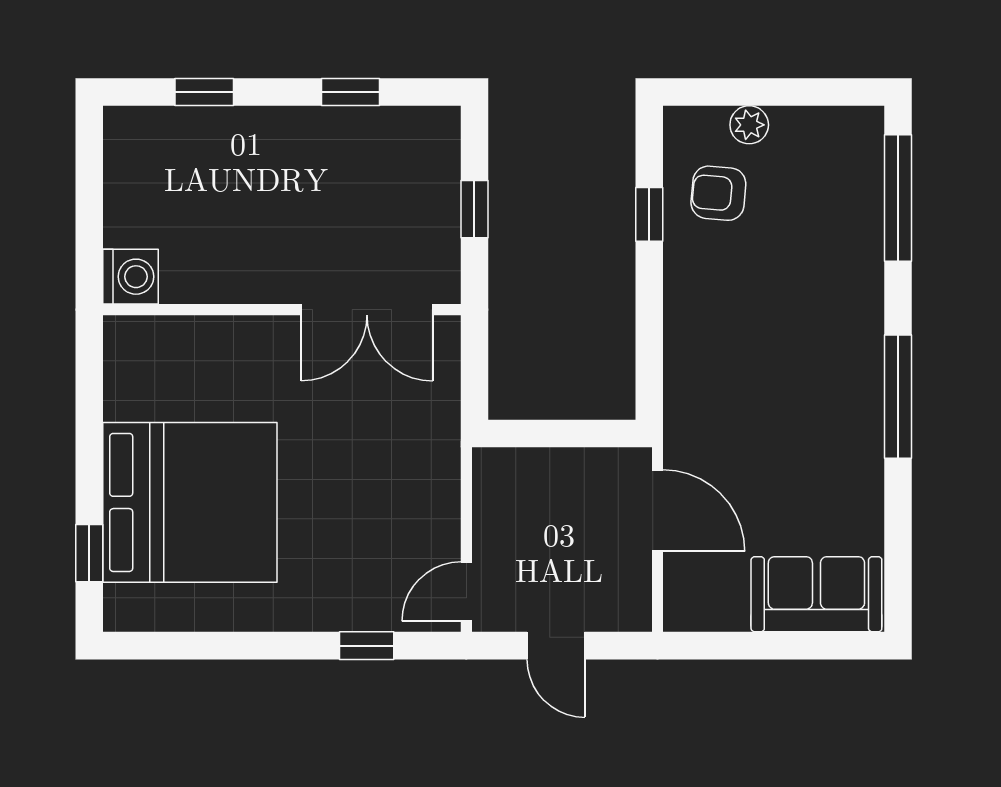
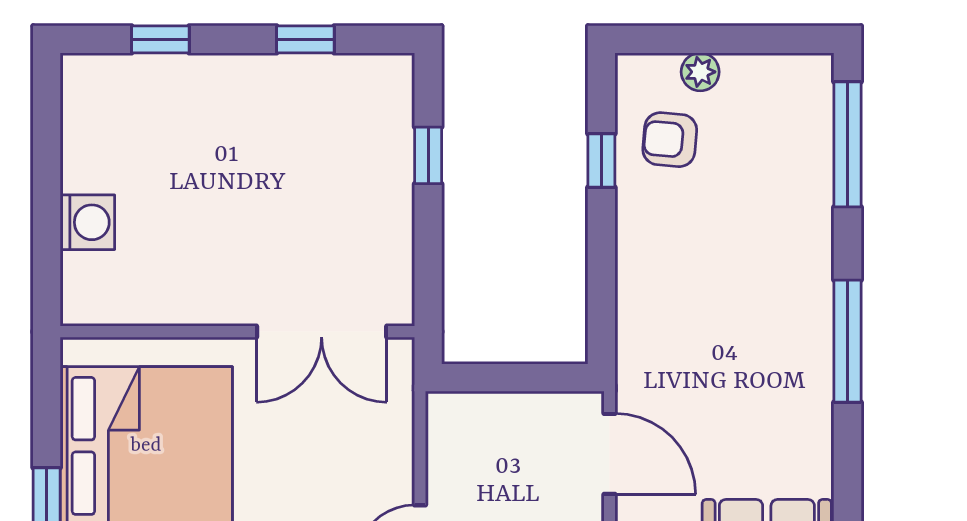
wall: (282, 310) -> (237, 332), moved
double door: (367, 310) -> (322, 332), moved

